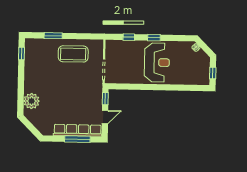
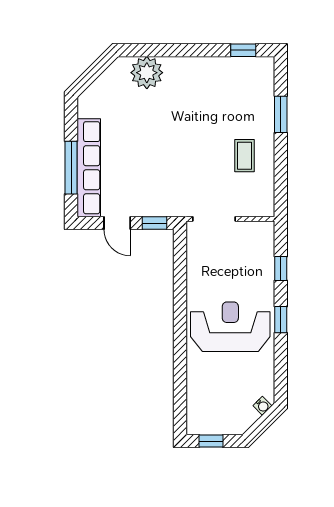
coffee table: (73, 54) -> (244, 156), width x0.54, depth x0.58
reception desk: (157, 62) -> (230, 327), turned 180

